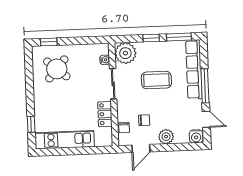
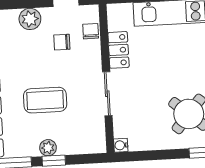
plant: (125, 53) -> (48, 148), moved, width x0.53, depth x0.53
water cooler: (105, 60) -> (121, 145), moved

